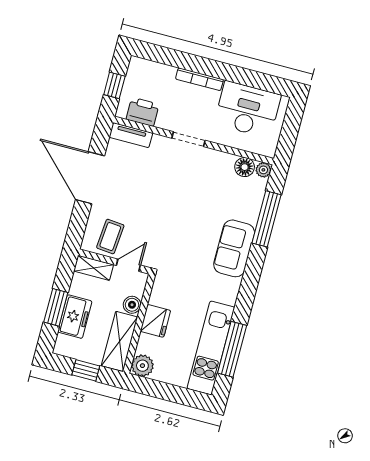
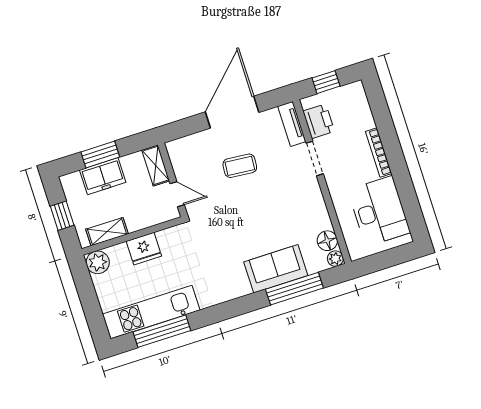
doorway: (189, 139) -> (315, 158), moved
coffee table: (110, 237) -> (240, 166), moved
sofa: (234, 248) -> (276, 269), moved
boiler: (132, 305) -> (145, 219), removed
shelving: (119, 341) -> (107, 232), width x0.67, depth x0.75

